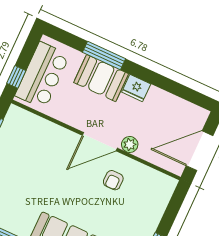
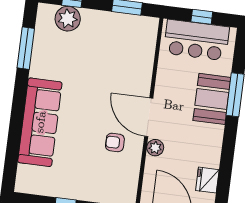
window: (16, 77) -> (202, 17), moved
fridge: (136, 88) -> (207, 180), moved

